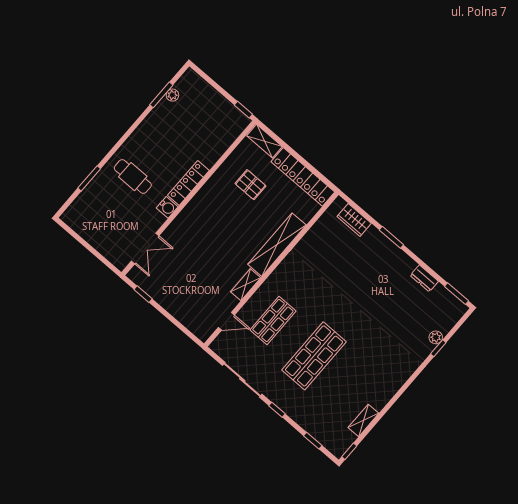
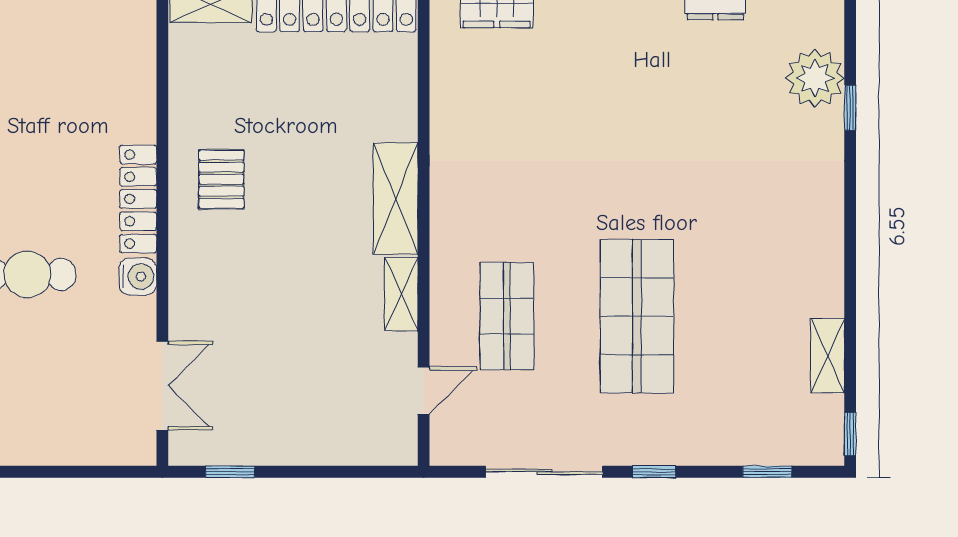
pallet: (250, 185) -> (221, 179), moved, turned 90
shelving: (277, 245) -> (396, 198), width x0.68
plant: (436, 337) -> (815, 78), width x1.88, depth x1.88

